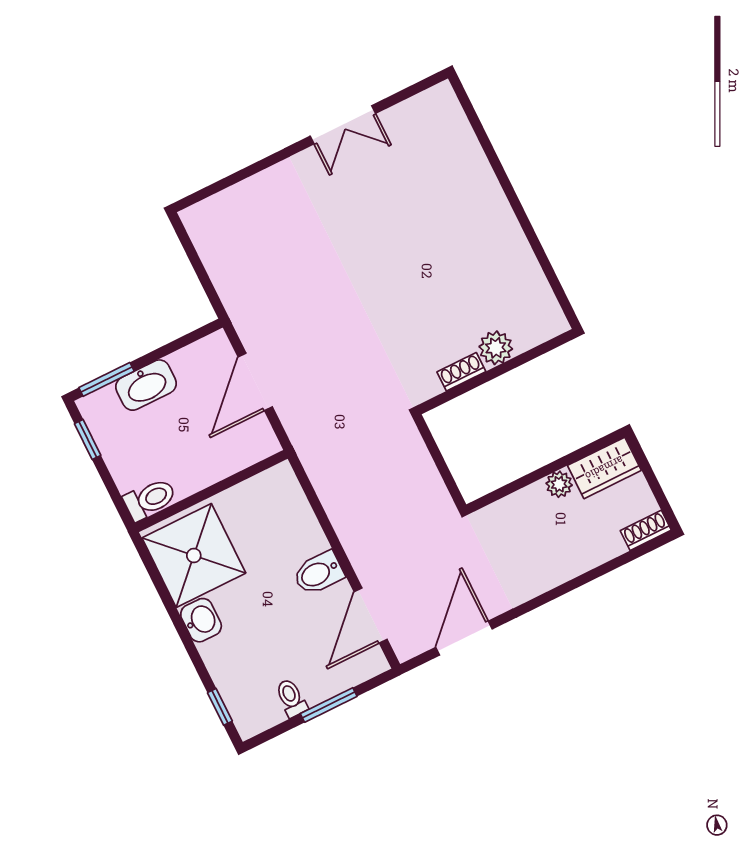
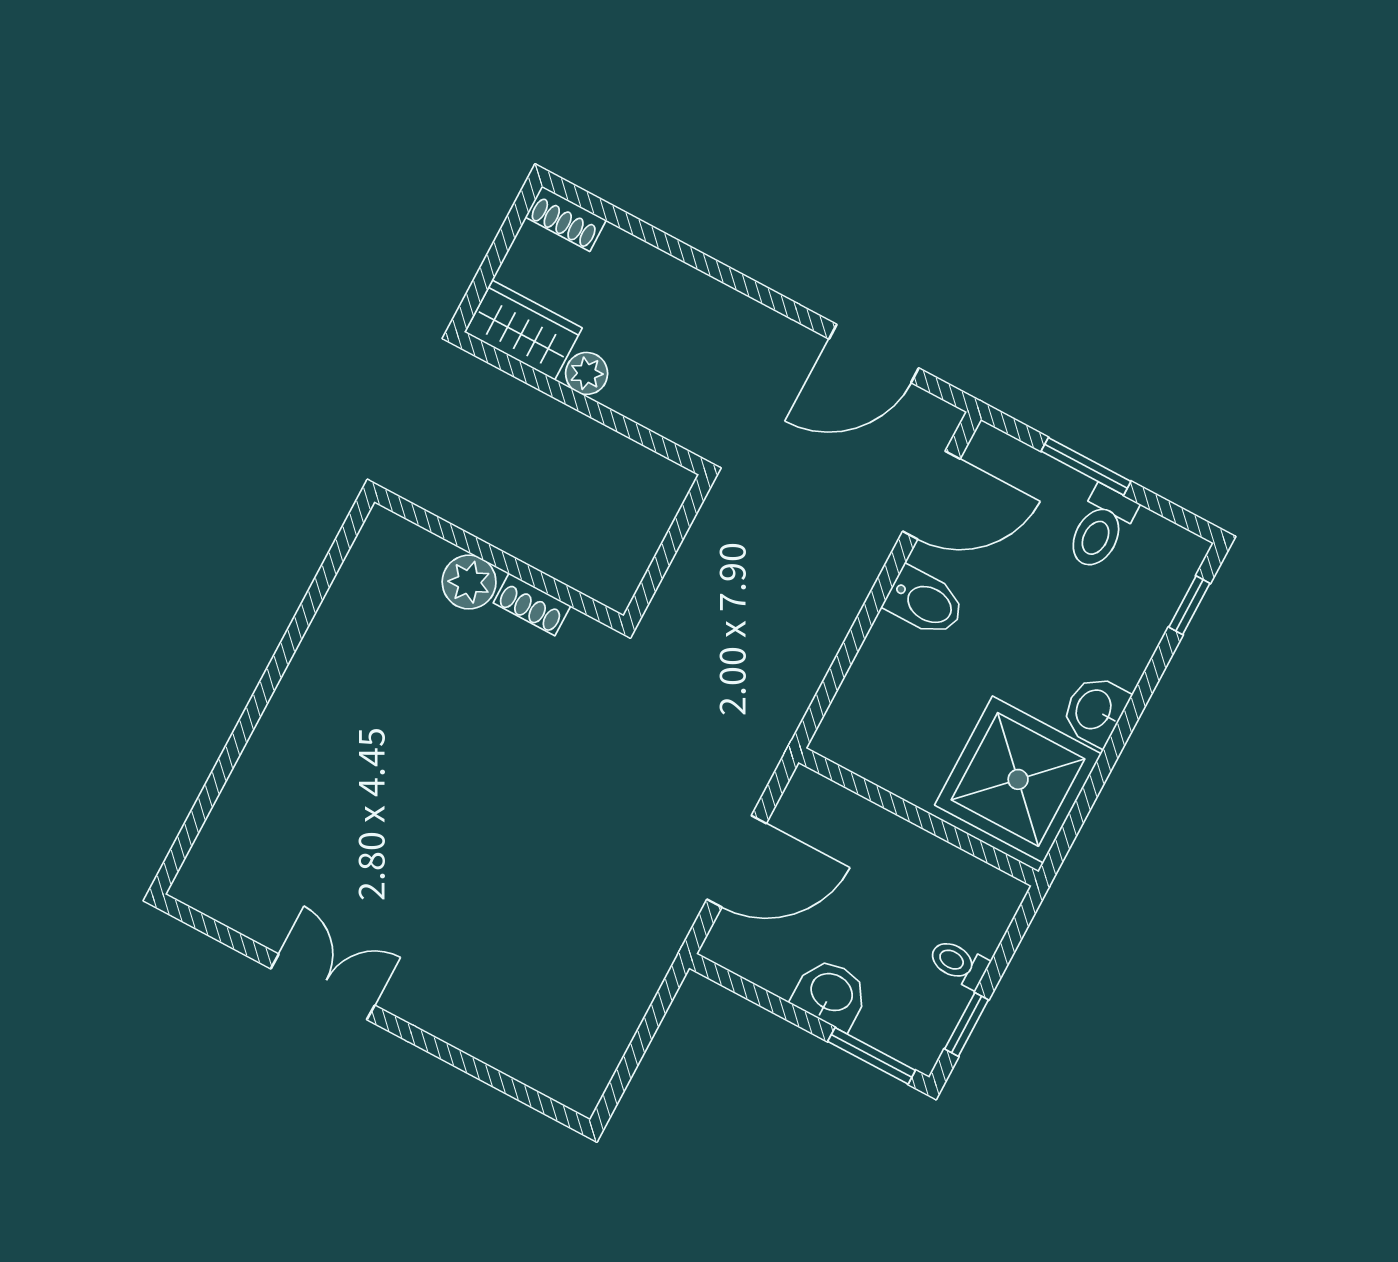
washbasin: (146, 385) -> (831, 994), width x0.72
toilet: (150, 499) -> (959, 963), moved, width x0.73, depth x0.72
toilet: (291, 698) -> (1101, 528), width x1.37, depth x1.39

